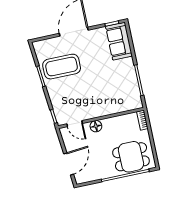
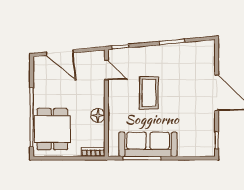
sofa: (119, 41) -> (148, 144), moved, width x1.36
coffee table: (62, 67) -> (149, 93), moved, width x0.73, depth x0.76
door: (75, 124) -> (106, 70), swing flipped
floor lamp: (96, 126) -> (98, 115), moved

